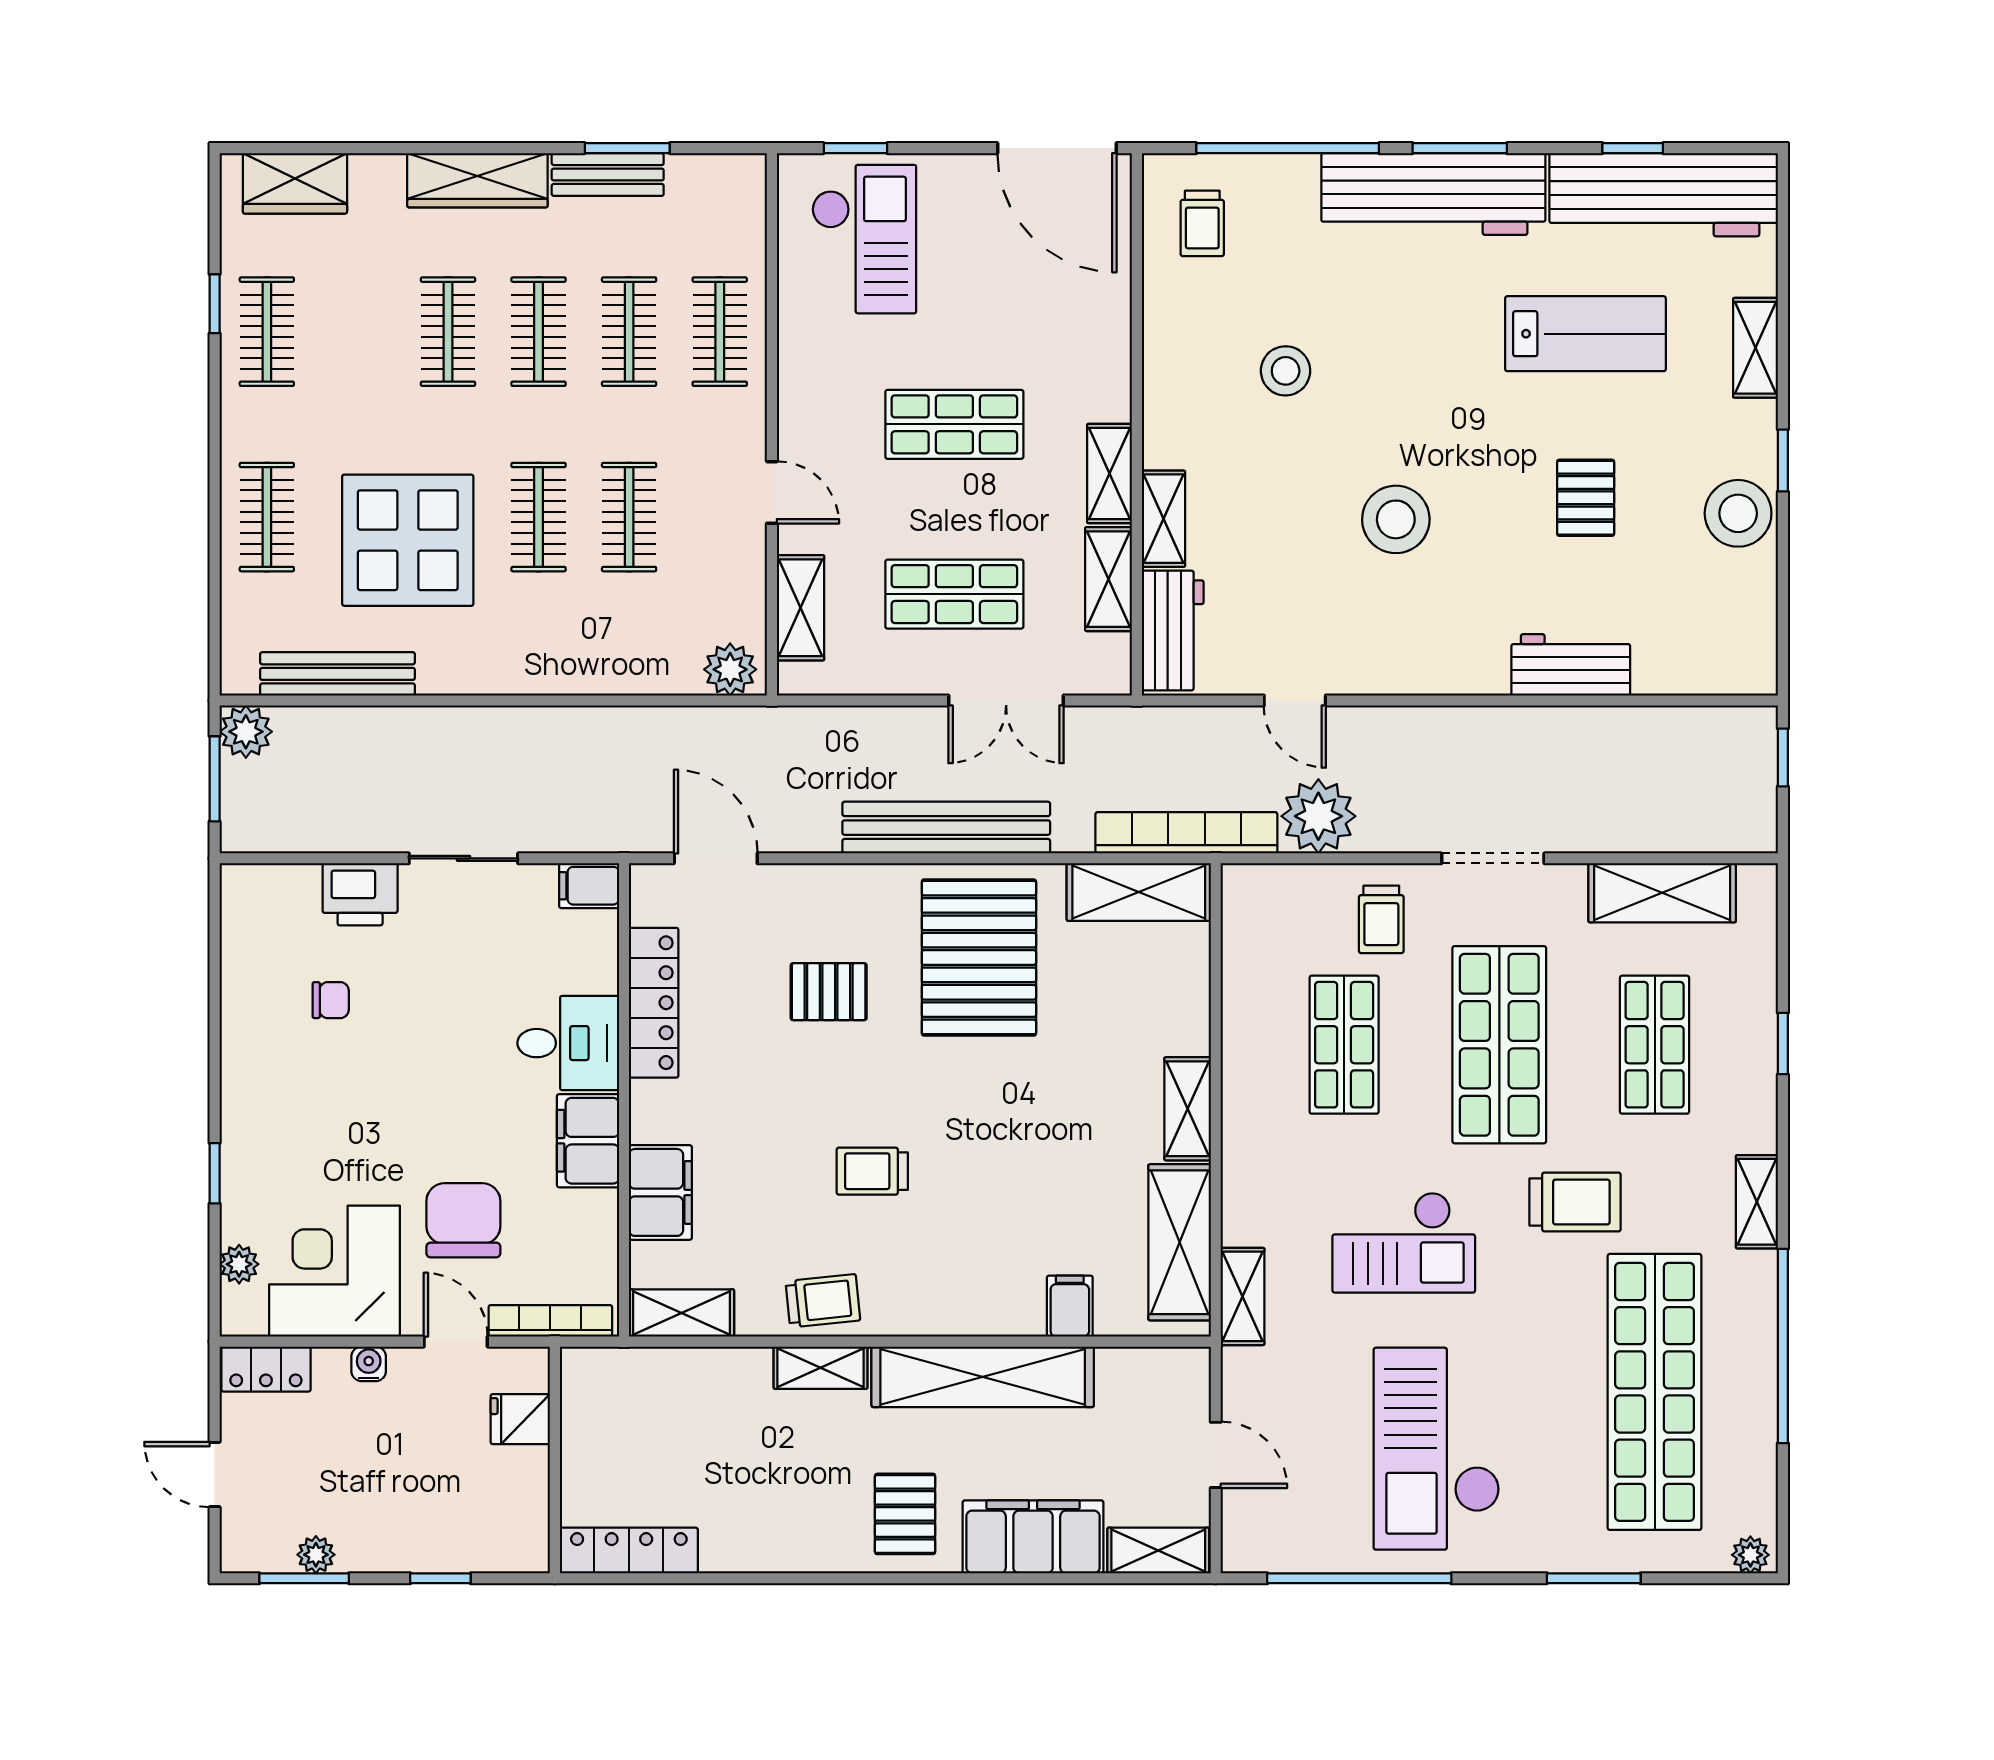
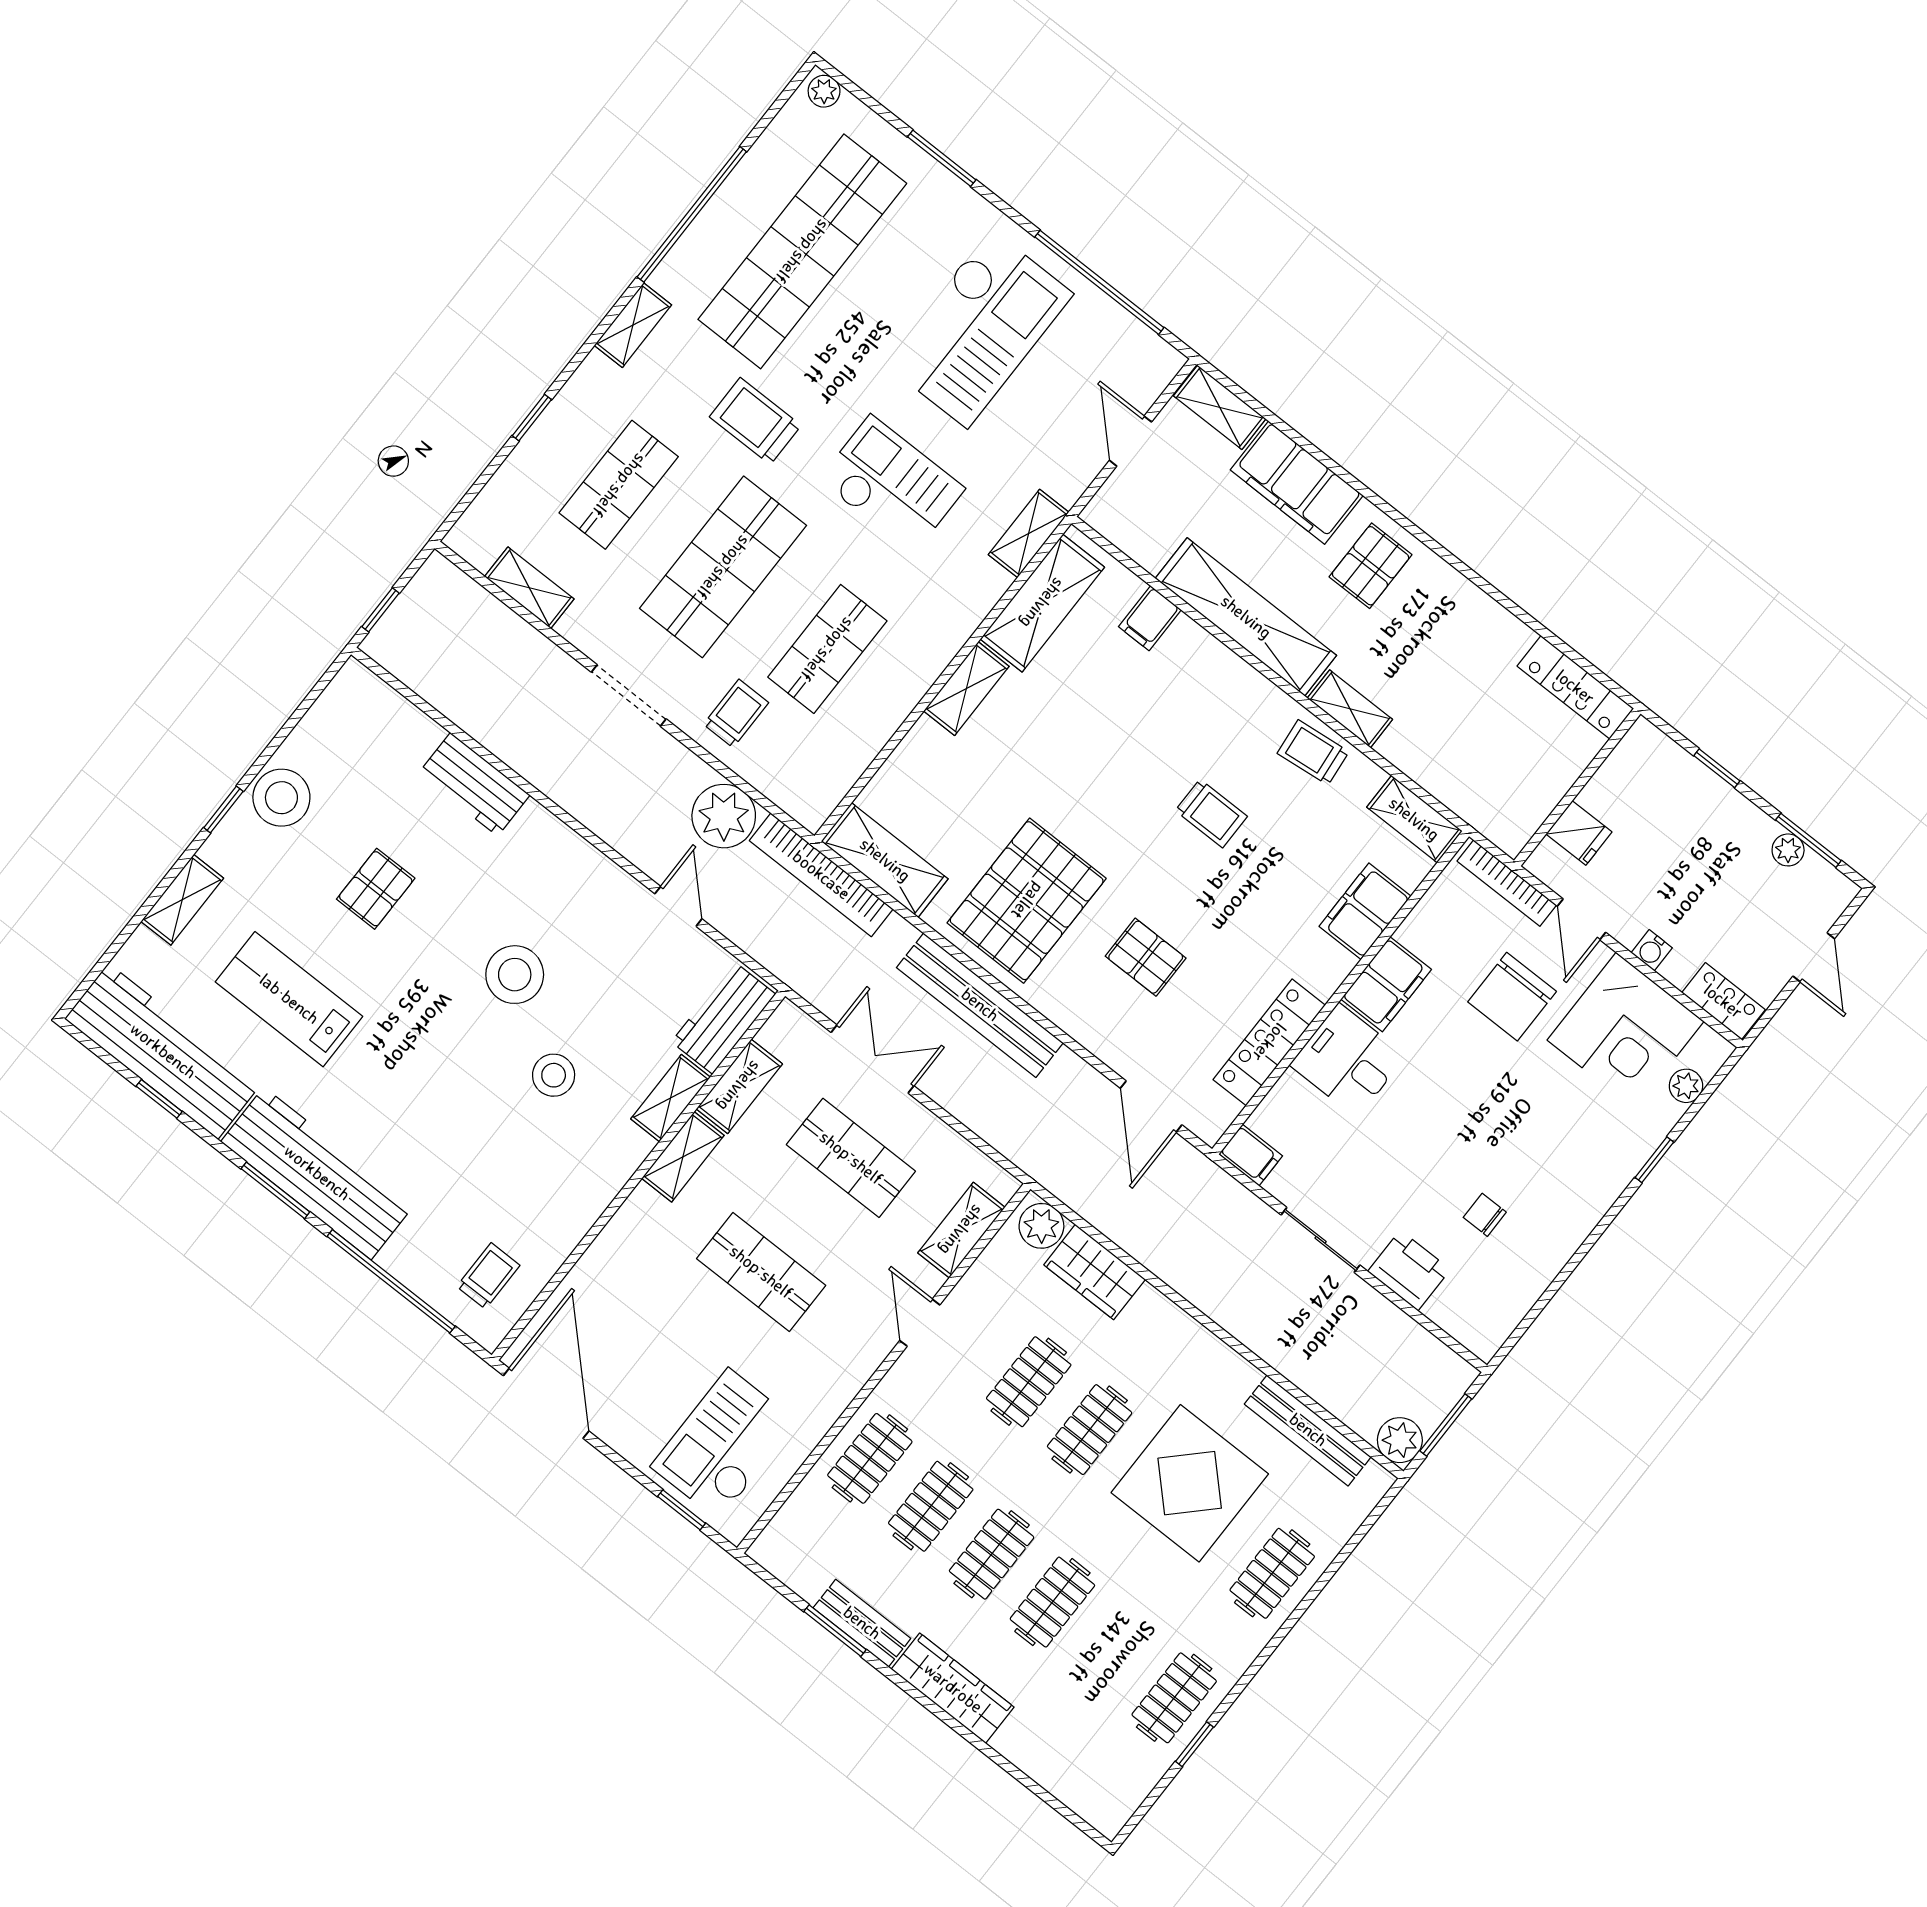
wardrobe: (295, 183) -> (1095, 1272), moved, turned 180
stool: (1286, 371) -> (554, 1075), moved
shelving: (1662, 893) -> (529, 588), width x0.67, depth x0.75

